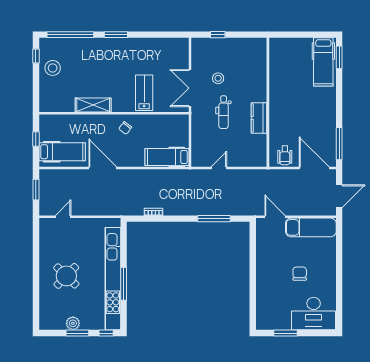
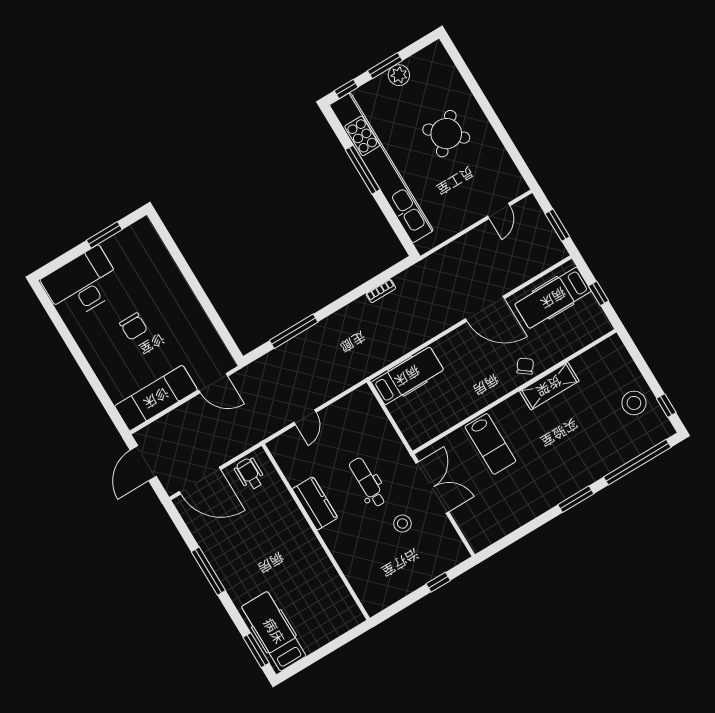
chair: (125, 128) -> (525, 366), moved
window: (339, 144) -> (208, 571), moved
door: (219, 168) -> (305, 417), moved

